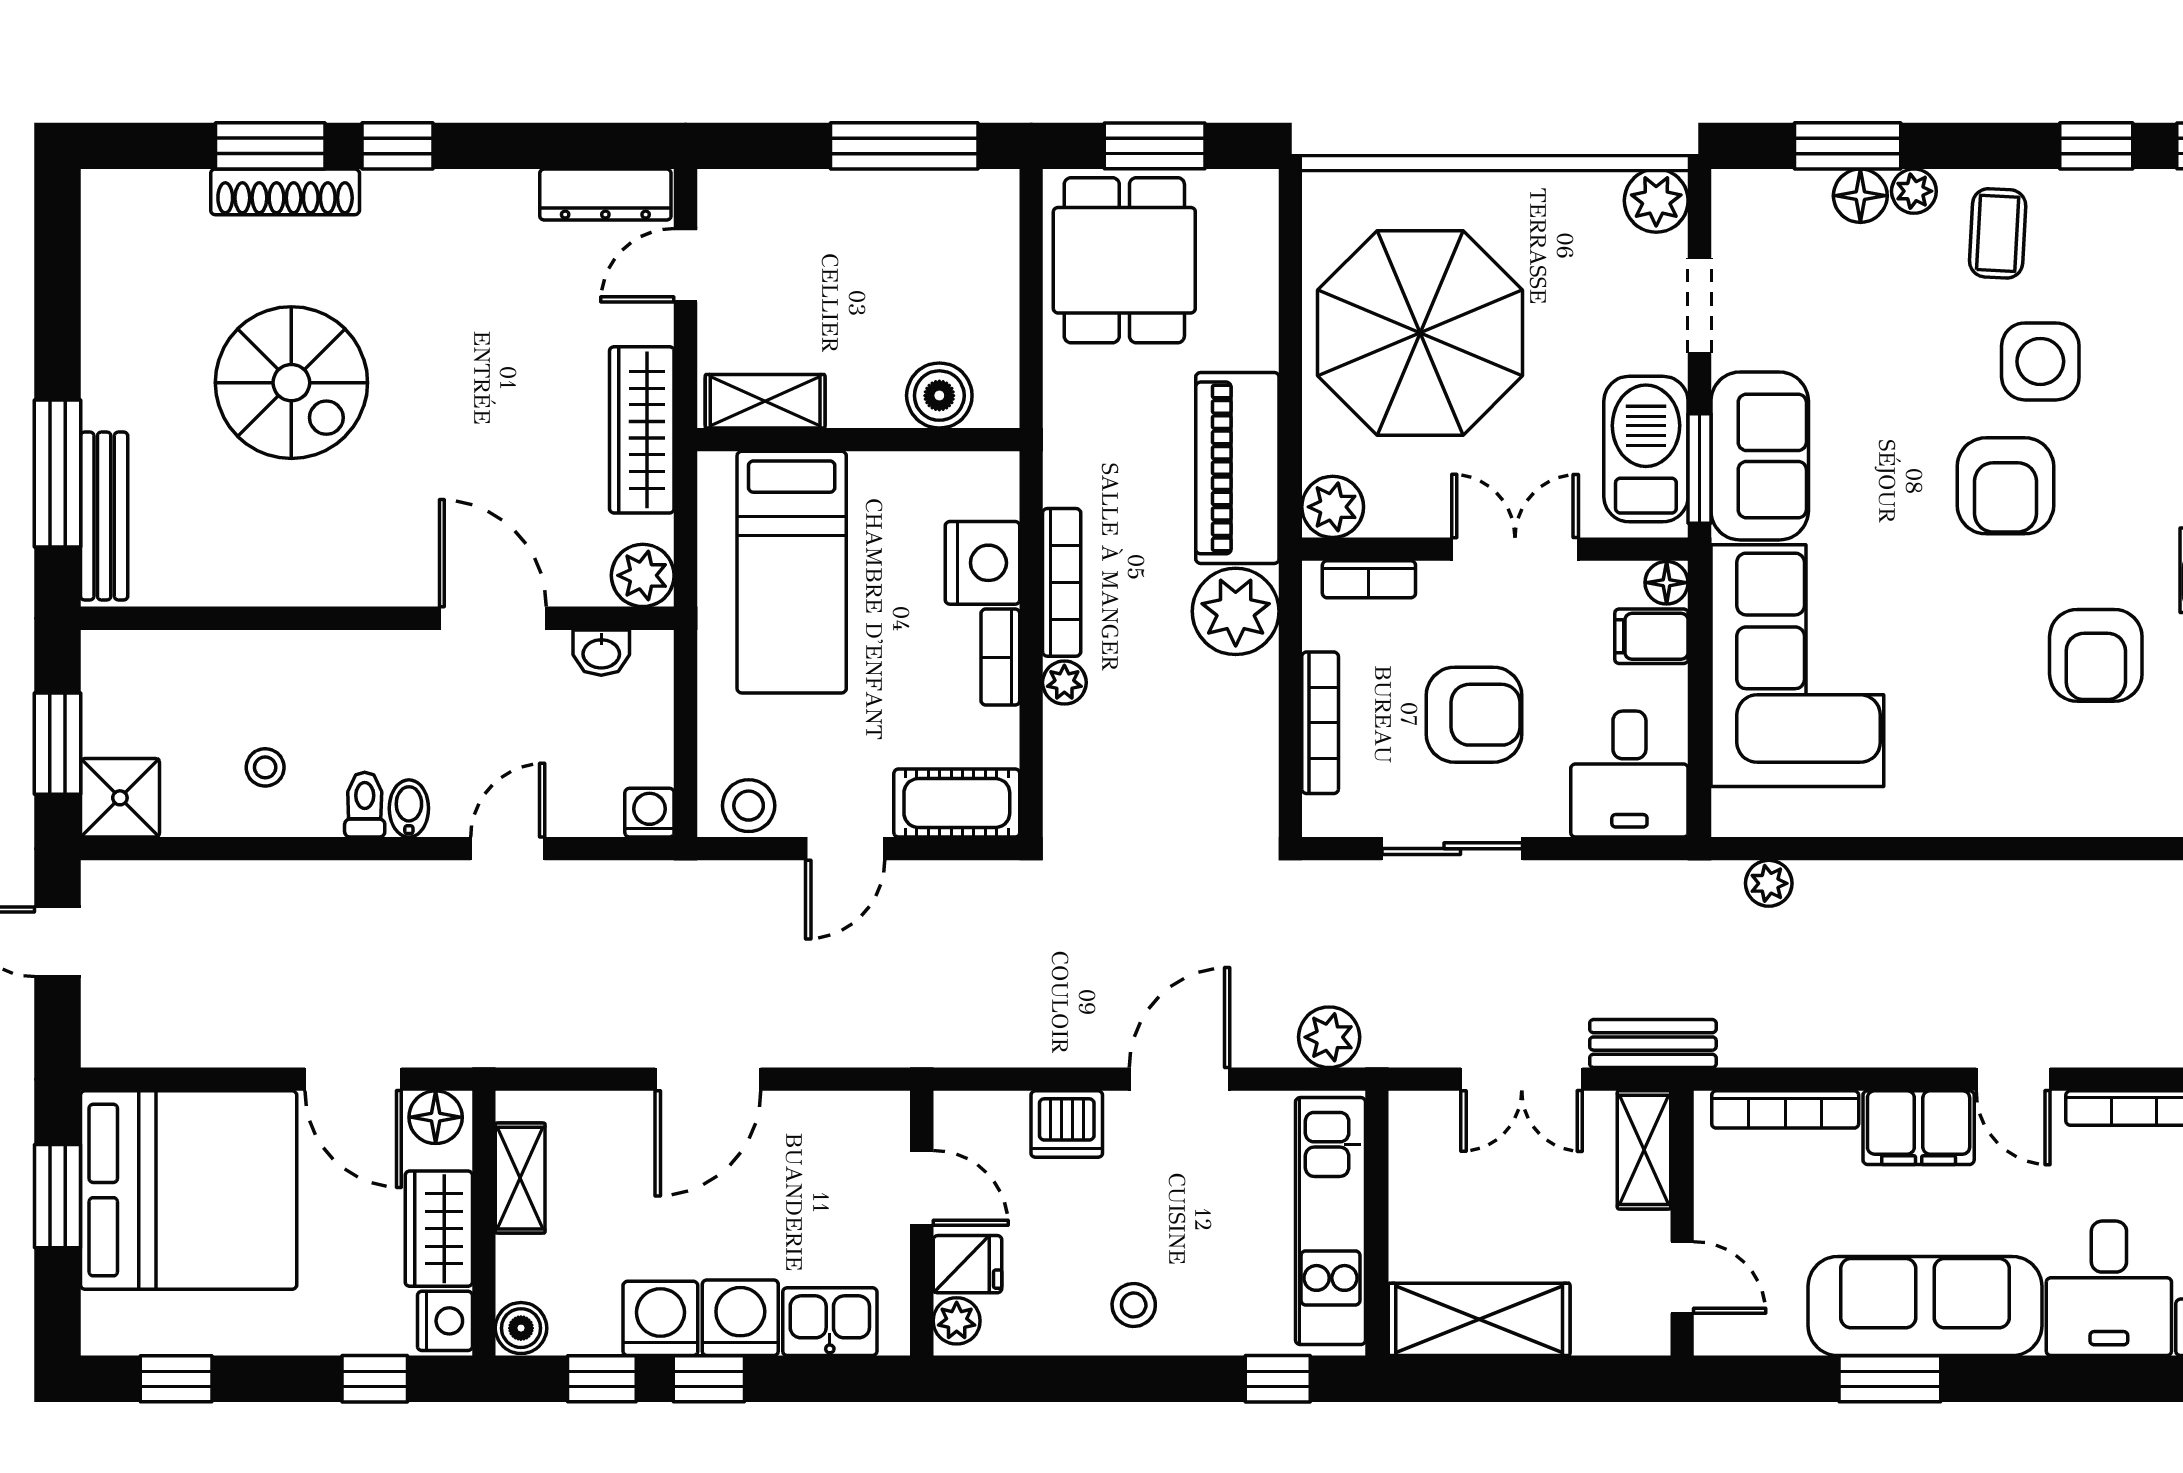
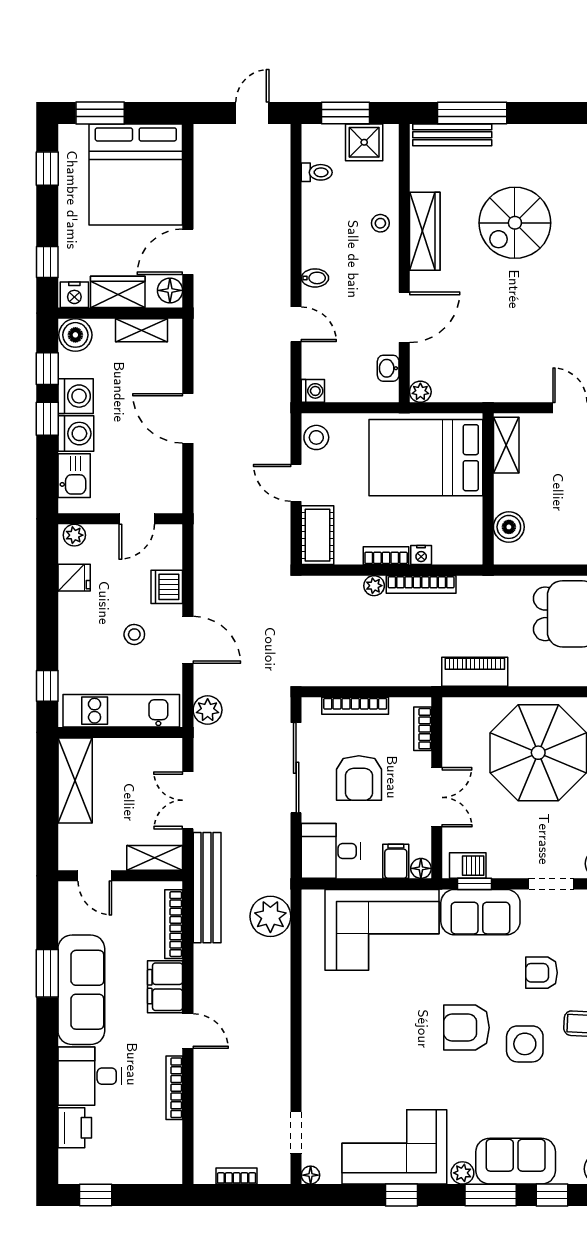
wardrobe: (642, 430) -> (425, 231), moved, turned 90
barbecue: (1646, 449) -> (468, 866), width x0.53, depth x0.65
piano: (1237, 468) -> (475, 672), width x0.73, depth x0.75
window: (1700, 469) -> (475, 884), width x0.67
plant: (1333, 507) -> (457, 712), removed
nightstand: (983, 563) -> (421, 555), width x0.53, depth x0.56
bed: (792, 572) -> (426, 458), width x1.50
plant: (643, 575) -> (420, 392), width x0.73, depth x0.73
plant: (1236, 611) -> (407, 666), removed
armchair: (2096, 655) -> (541, 973), moved, width x0.72, depth x0.72
stool: (265, 767) -> (380, 223), moved
shower: (120, 798) -> (364, 142), moved
toilet: (365, 805) -> (317, 172), moved
sliding door: (1452, 849) -> (296, 768), width x1.37
plant: (1769, 883) -> (270, 916), width x1.87, depth x1.87
bench: (1653, 1044) -> (207, 888), width x1.86, depth x1.21
door: (2013, 1079) -> (188, 1031), swing flipped
window: (58, 1196) -> (100, 113), moved
fridge: (967, 1264) -> (74, 578), moved, turned -90
door: (1682, 1278) -> (95, 876), hinge flipped
stool: (1134, 1305) -> (134, 634), moved
boiler: (521, 1328) -> (75, 335), width x1.36, depth x1.36

